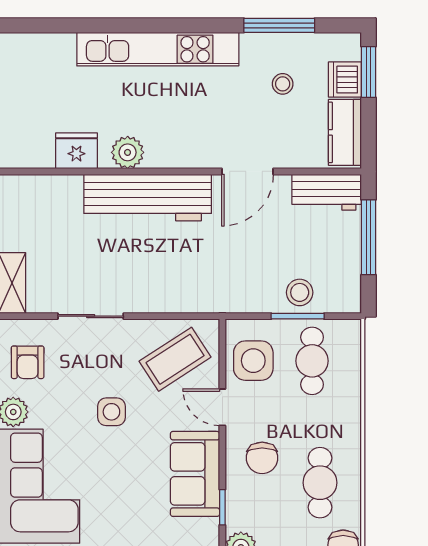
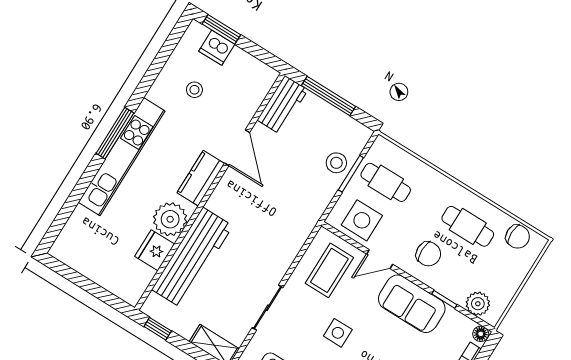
window: (279, 25) -> (115, 133), moved
kitchen counter: (345, 132) -> (201, 178), moved, turned 90
plant: (128, 152) -> (170, 219), width x1.36, depth x1.36
workbench: (148, 198) -> (192, 258), moved
coffee table: (175, 359) -> (329, 270), turned 33

